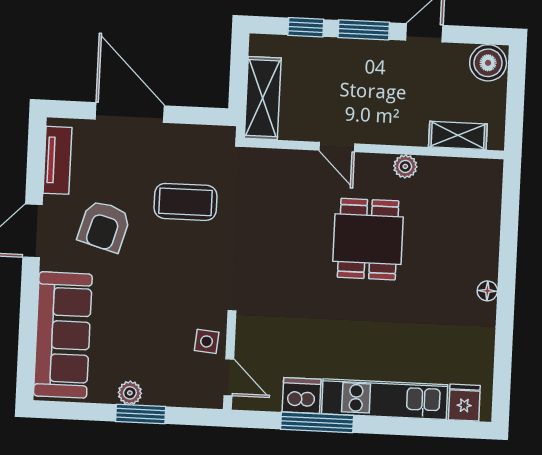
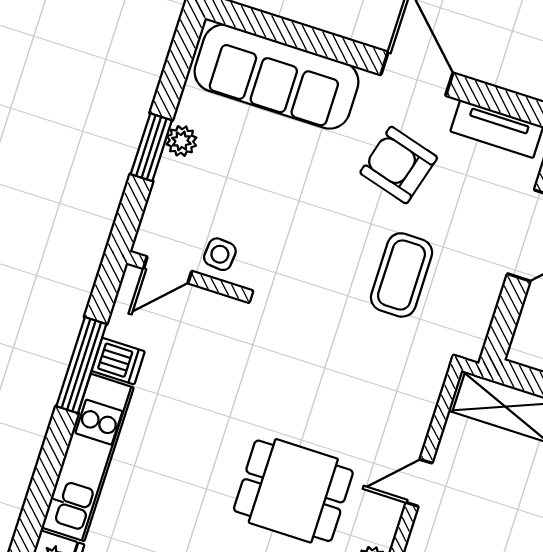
dishwasher: (302, 395) -> (118, 361), width x0.73

